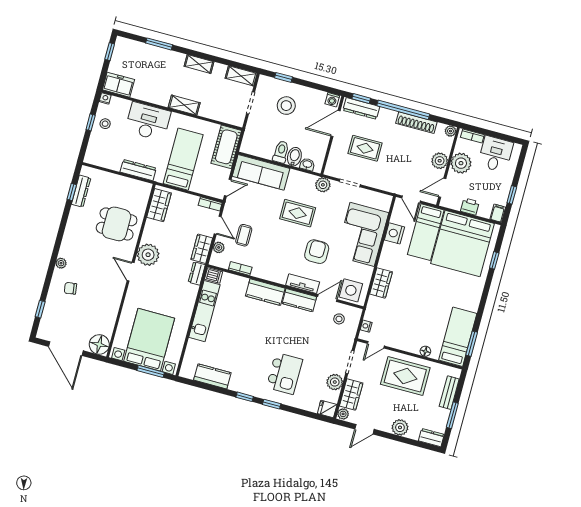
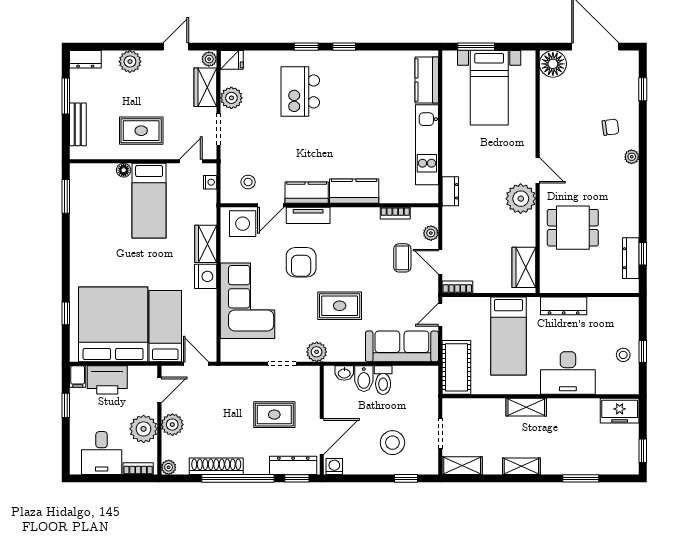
nightstand: (105, 98) -> (632, 388), removed
printer: (470, 207) -> (107, 380), width x1.87, depth x1.48
nightstand: (395, 233) -> (206, 276), moved
wardrobe: (202, 249) -> (453, 225), removed
dishwasher: (214, 275) -> (428, 195), removed
bed: (458, 337) -> (149, 201), moved
bed with nightstands: (149, 340) -> (489, 88), width x0.73
kitchen counter: (212, 376) -> (427, 80), moved, turned 90
rug: (405, 376) -> (141, 131), width x0.73, depth x0.70

